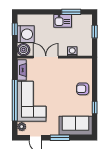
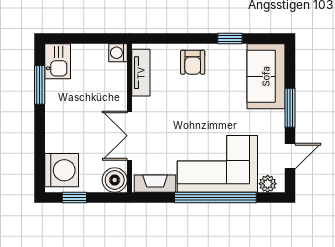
kitchen sink: (63, 21) -> (58, 61), moved
window: (95, 32) -> (79, 38), removed
washing machine: (26, 34) -> (62, 170), moved, turned 90
washing machine: (72, 51) -> (118, 53), moved
tv unit: (78, 63) -> (141, 73), added

